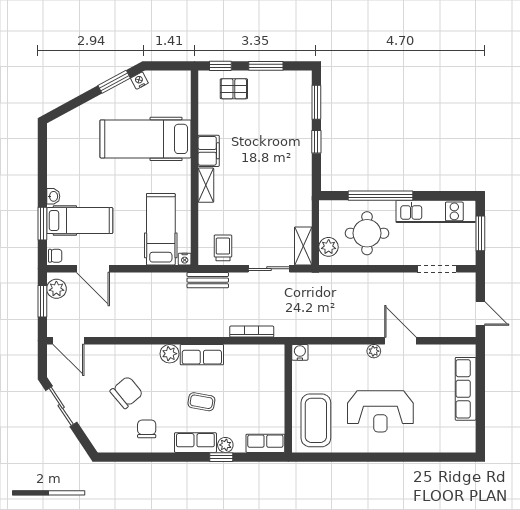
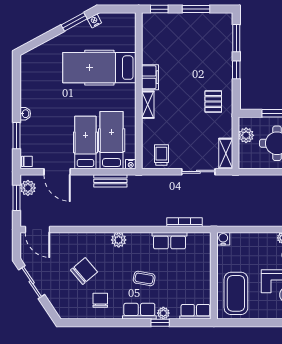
pallet: (234, 89) -> (213, 101), moved, turned 90
hospital bed: (80, 221) -> (85, 142), moved, turned -90
plant: (329, 247) -> (246, 135), moved
bench: (208, 280) -> (110, 181), moved
row of seats: (202, 355) -> (170, 241), moved

